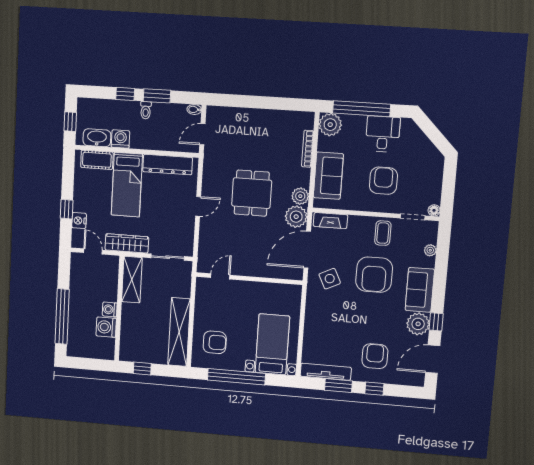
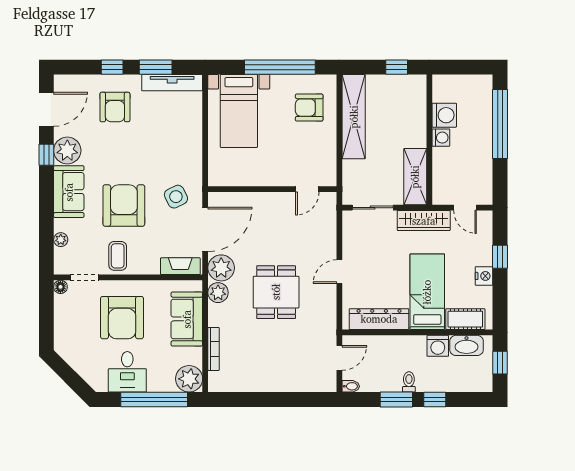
armchair: (383, 181) -> (122, 318), width x1.36, depth x1.36
nightstand: (79, 221) -> (484, 276), moved

